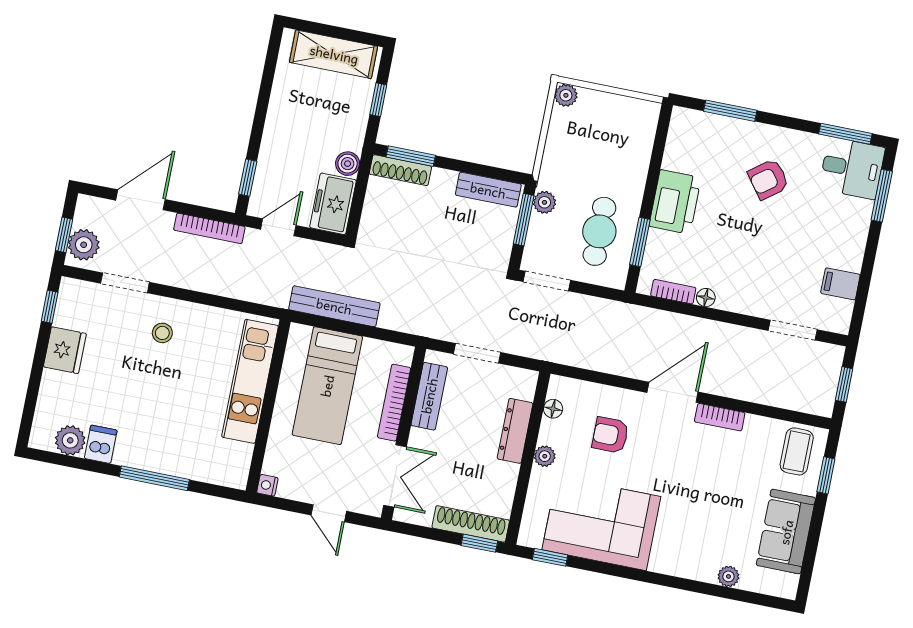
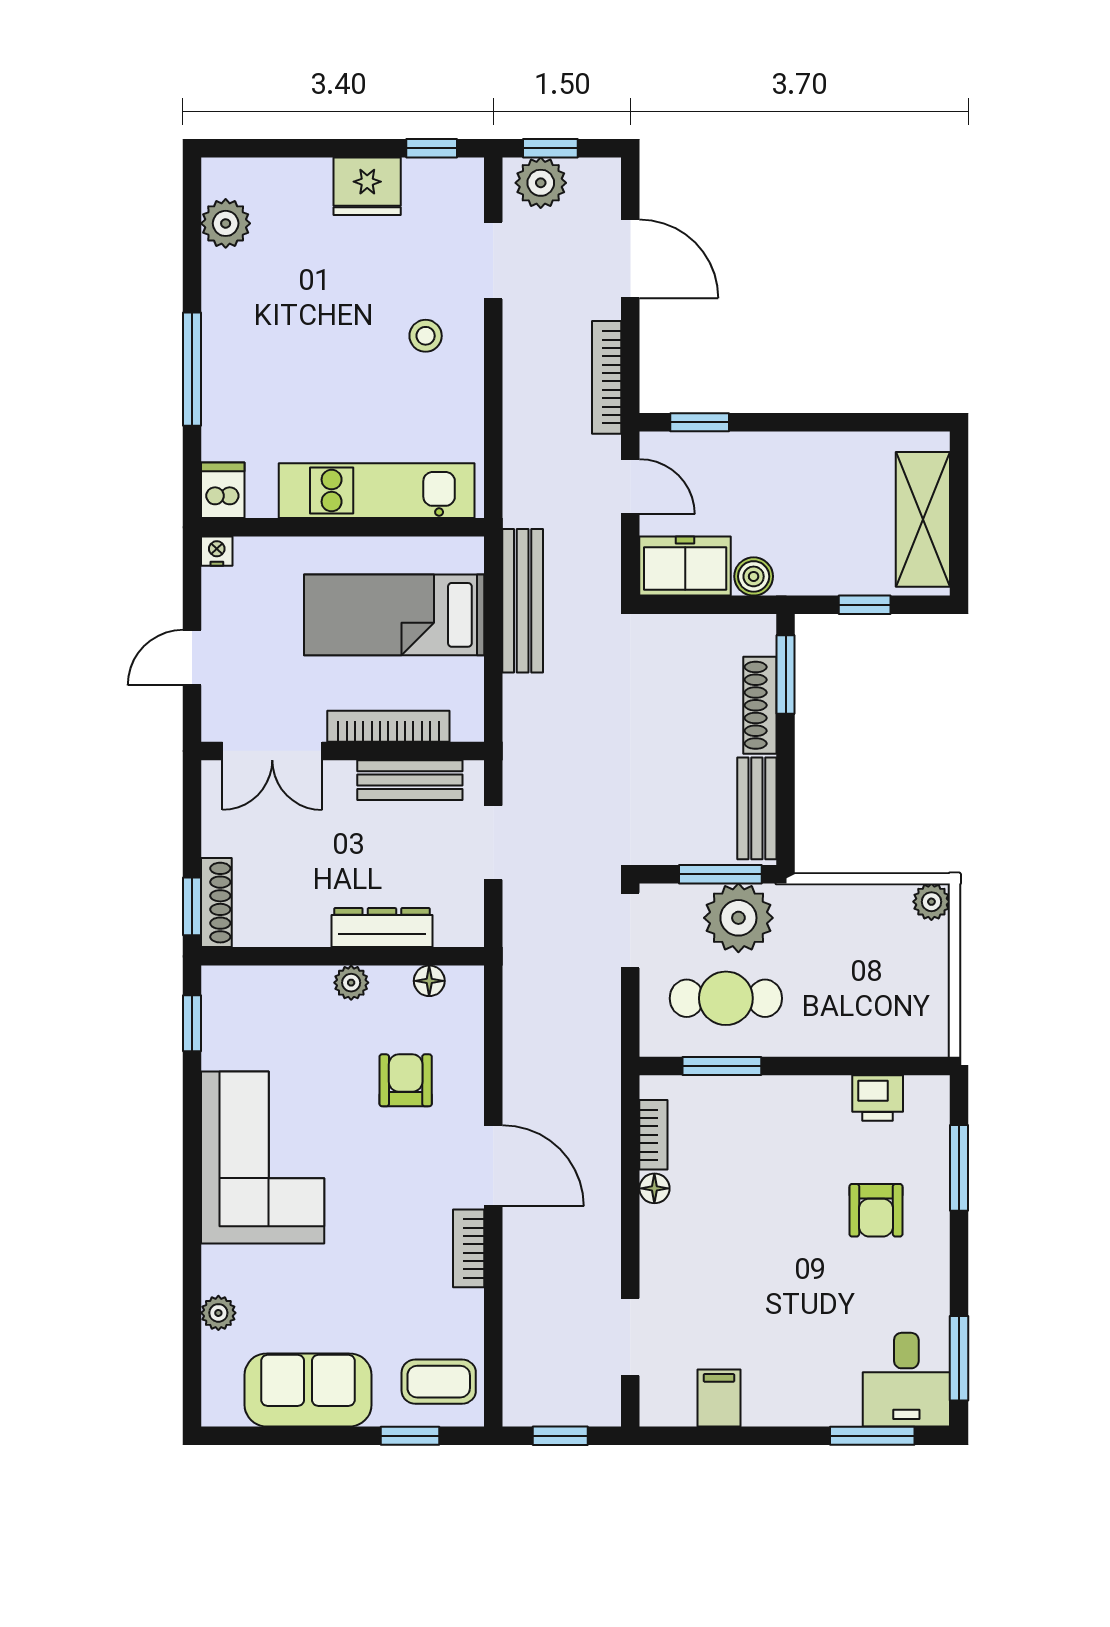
shoe rack: (400, 170) -> (760, 705), moved
armchair: (768, 179) -> (876, 1210), moved, turned -143
plant: (544, 202) -> (738, 918), width x1.87, depth x1.87
printer: (675, 202) -> (878, 1098), moved, width x0.53, depth x0.68
dishwasher: (101, 444) -> (223, 490), moved, turned -90
corner sofa: (601, 523) -> (263, 1157), moved
shoe rack: (471, 524) -> (216, 903), width x0.74, depth x0.81

